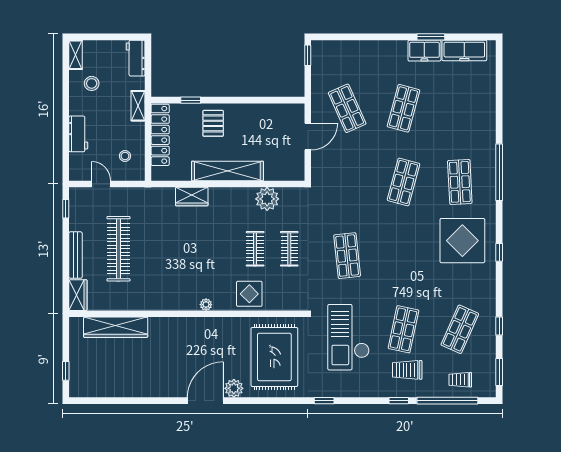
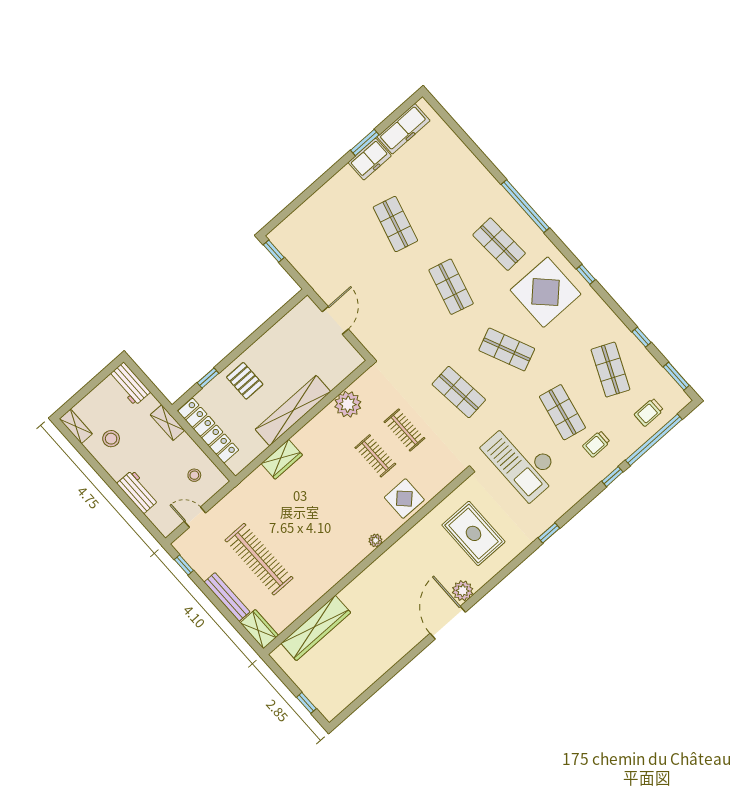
shop shelf: (347, 108) -> (507, 349), moved
rug: (274, 357) -> (473, 533), width x0.73, depth x0.69
trolley: (407, 370) -> (596, 444), width x0.73, depth x0.72

